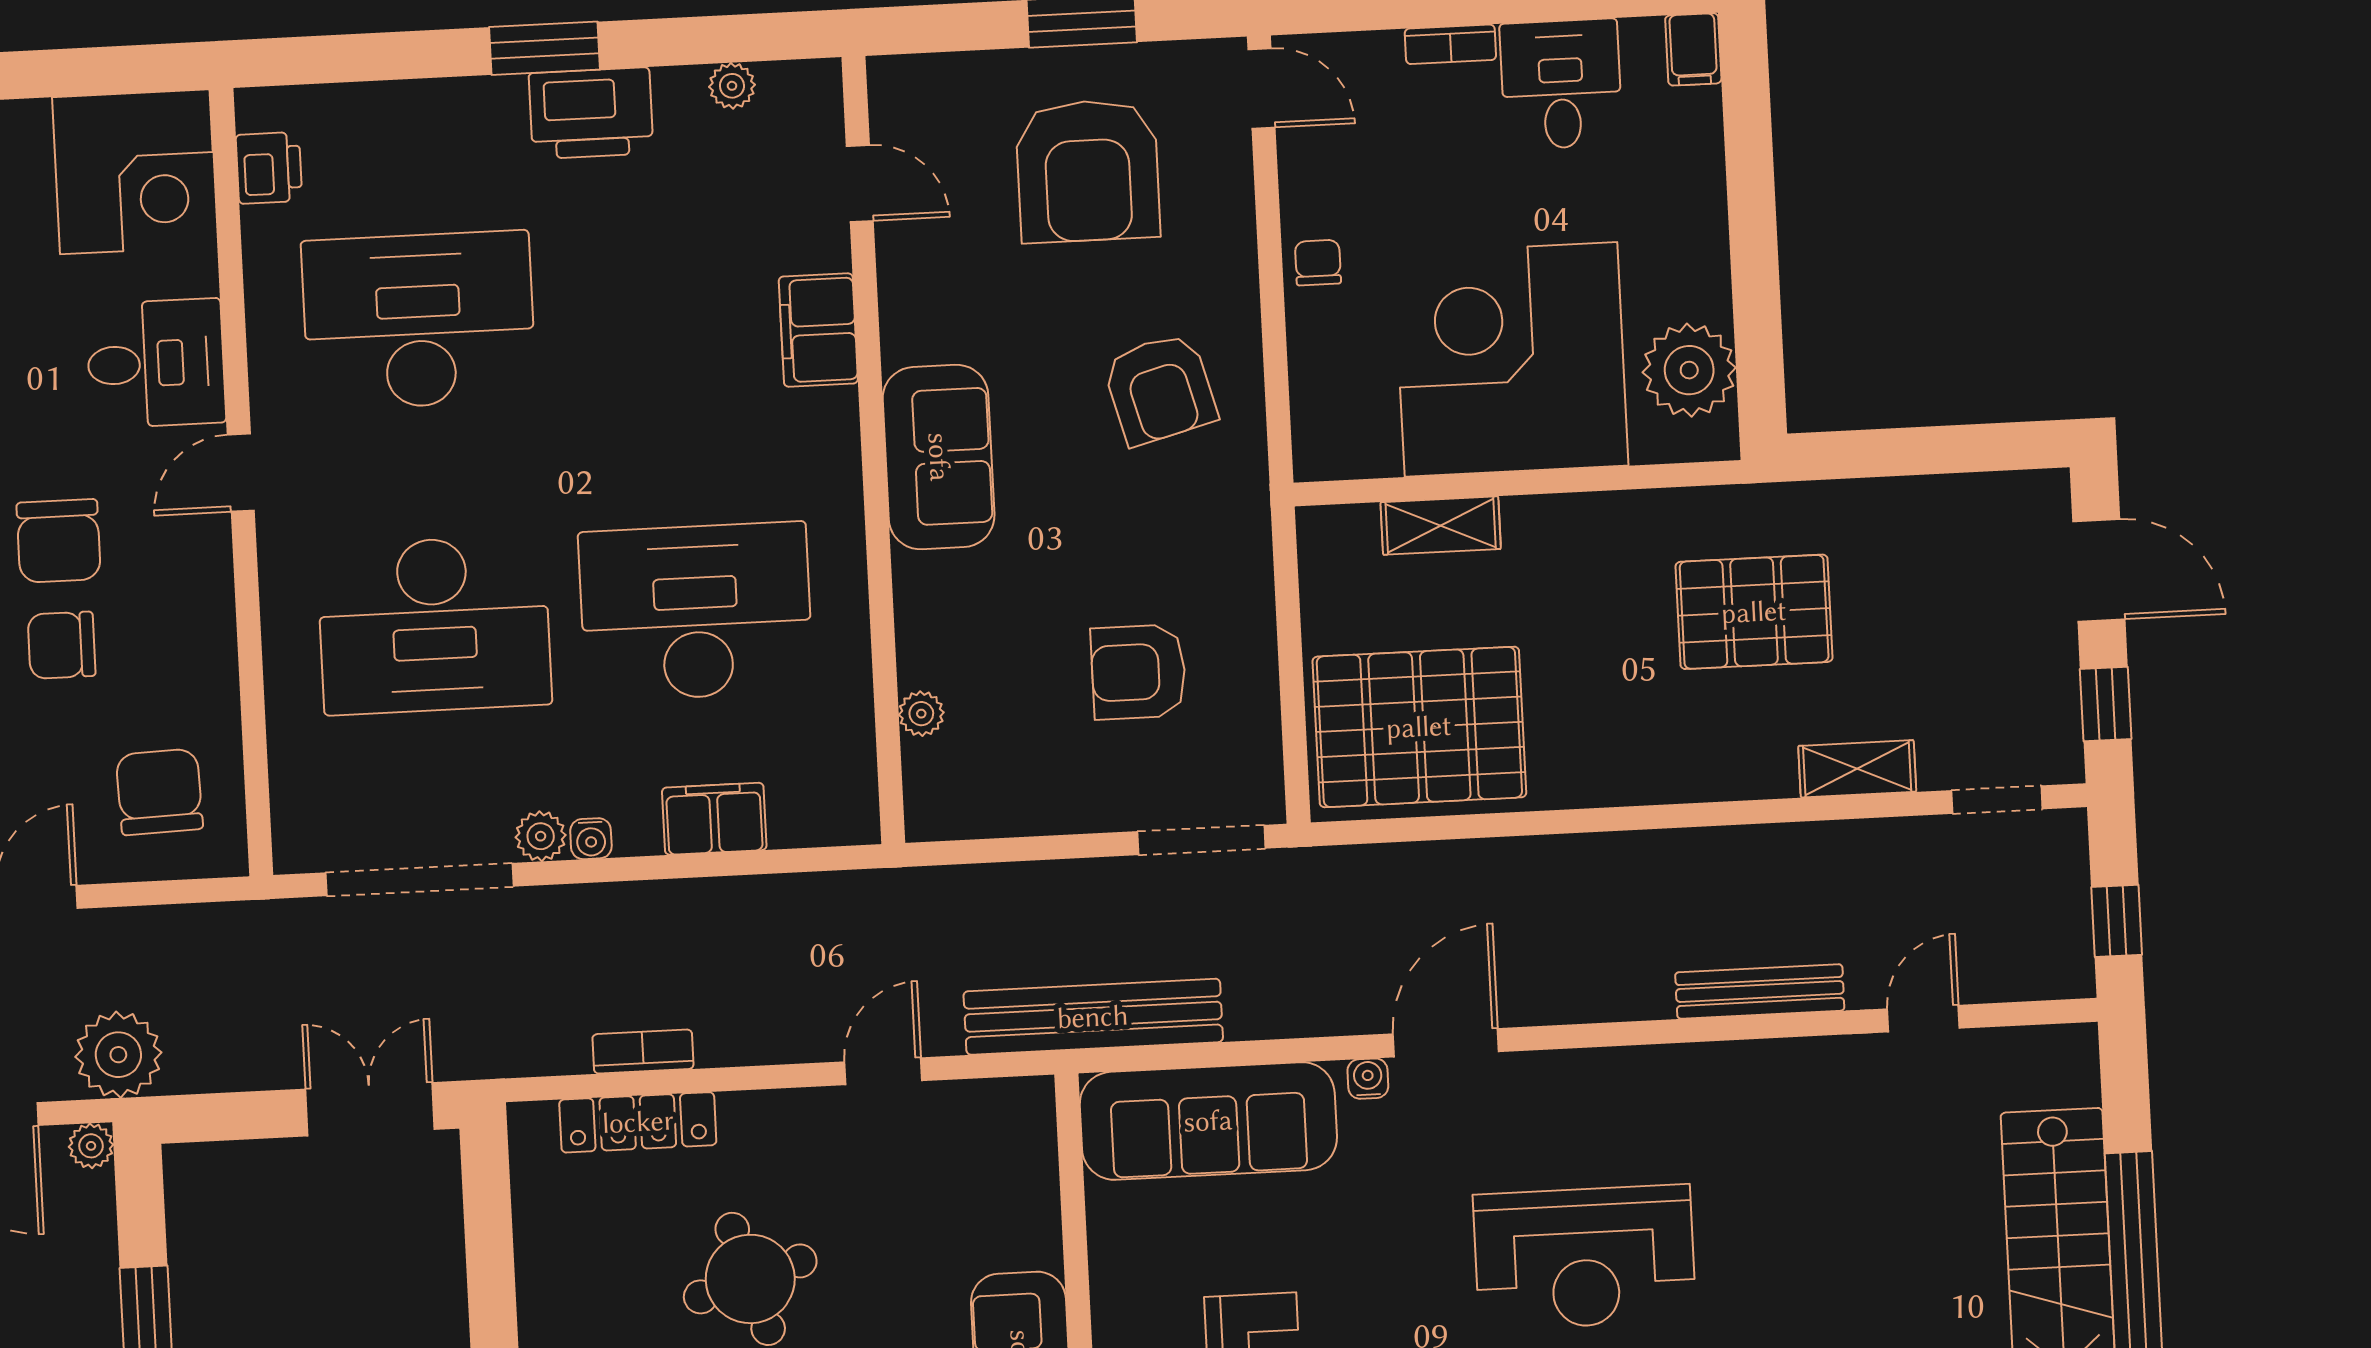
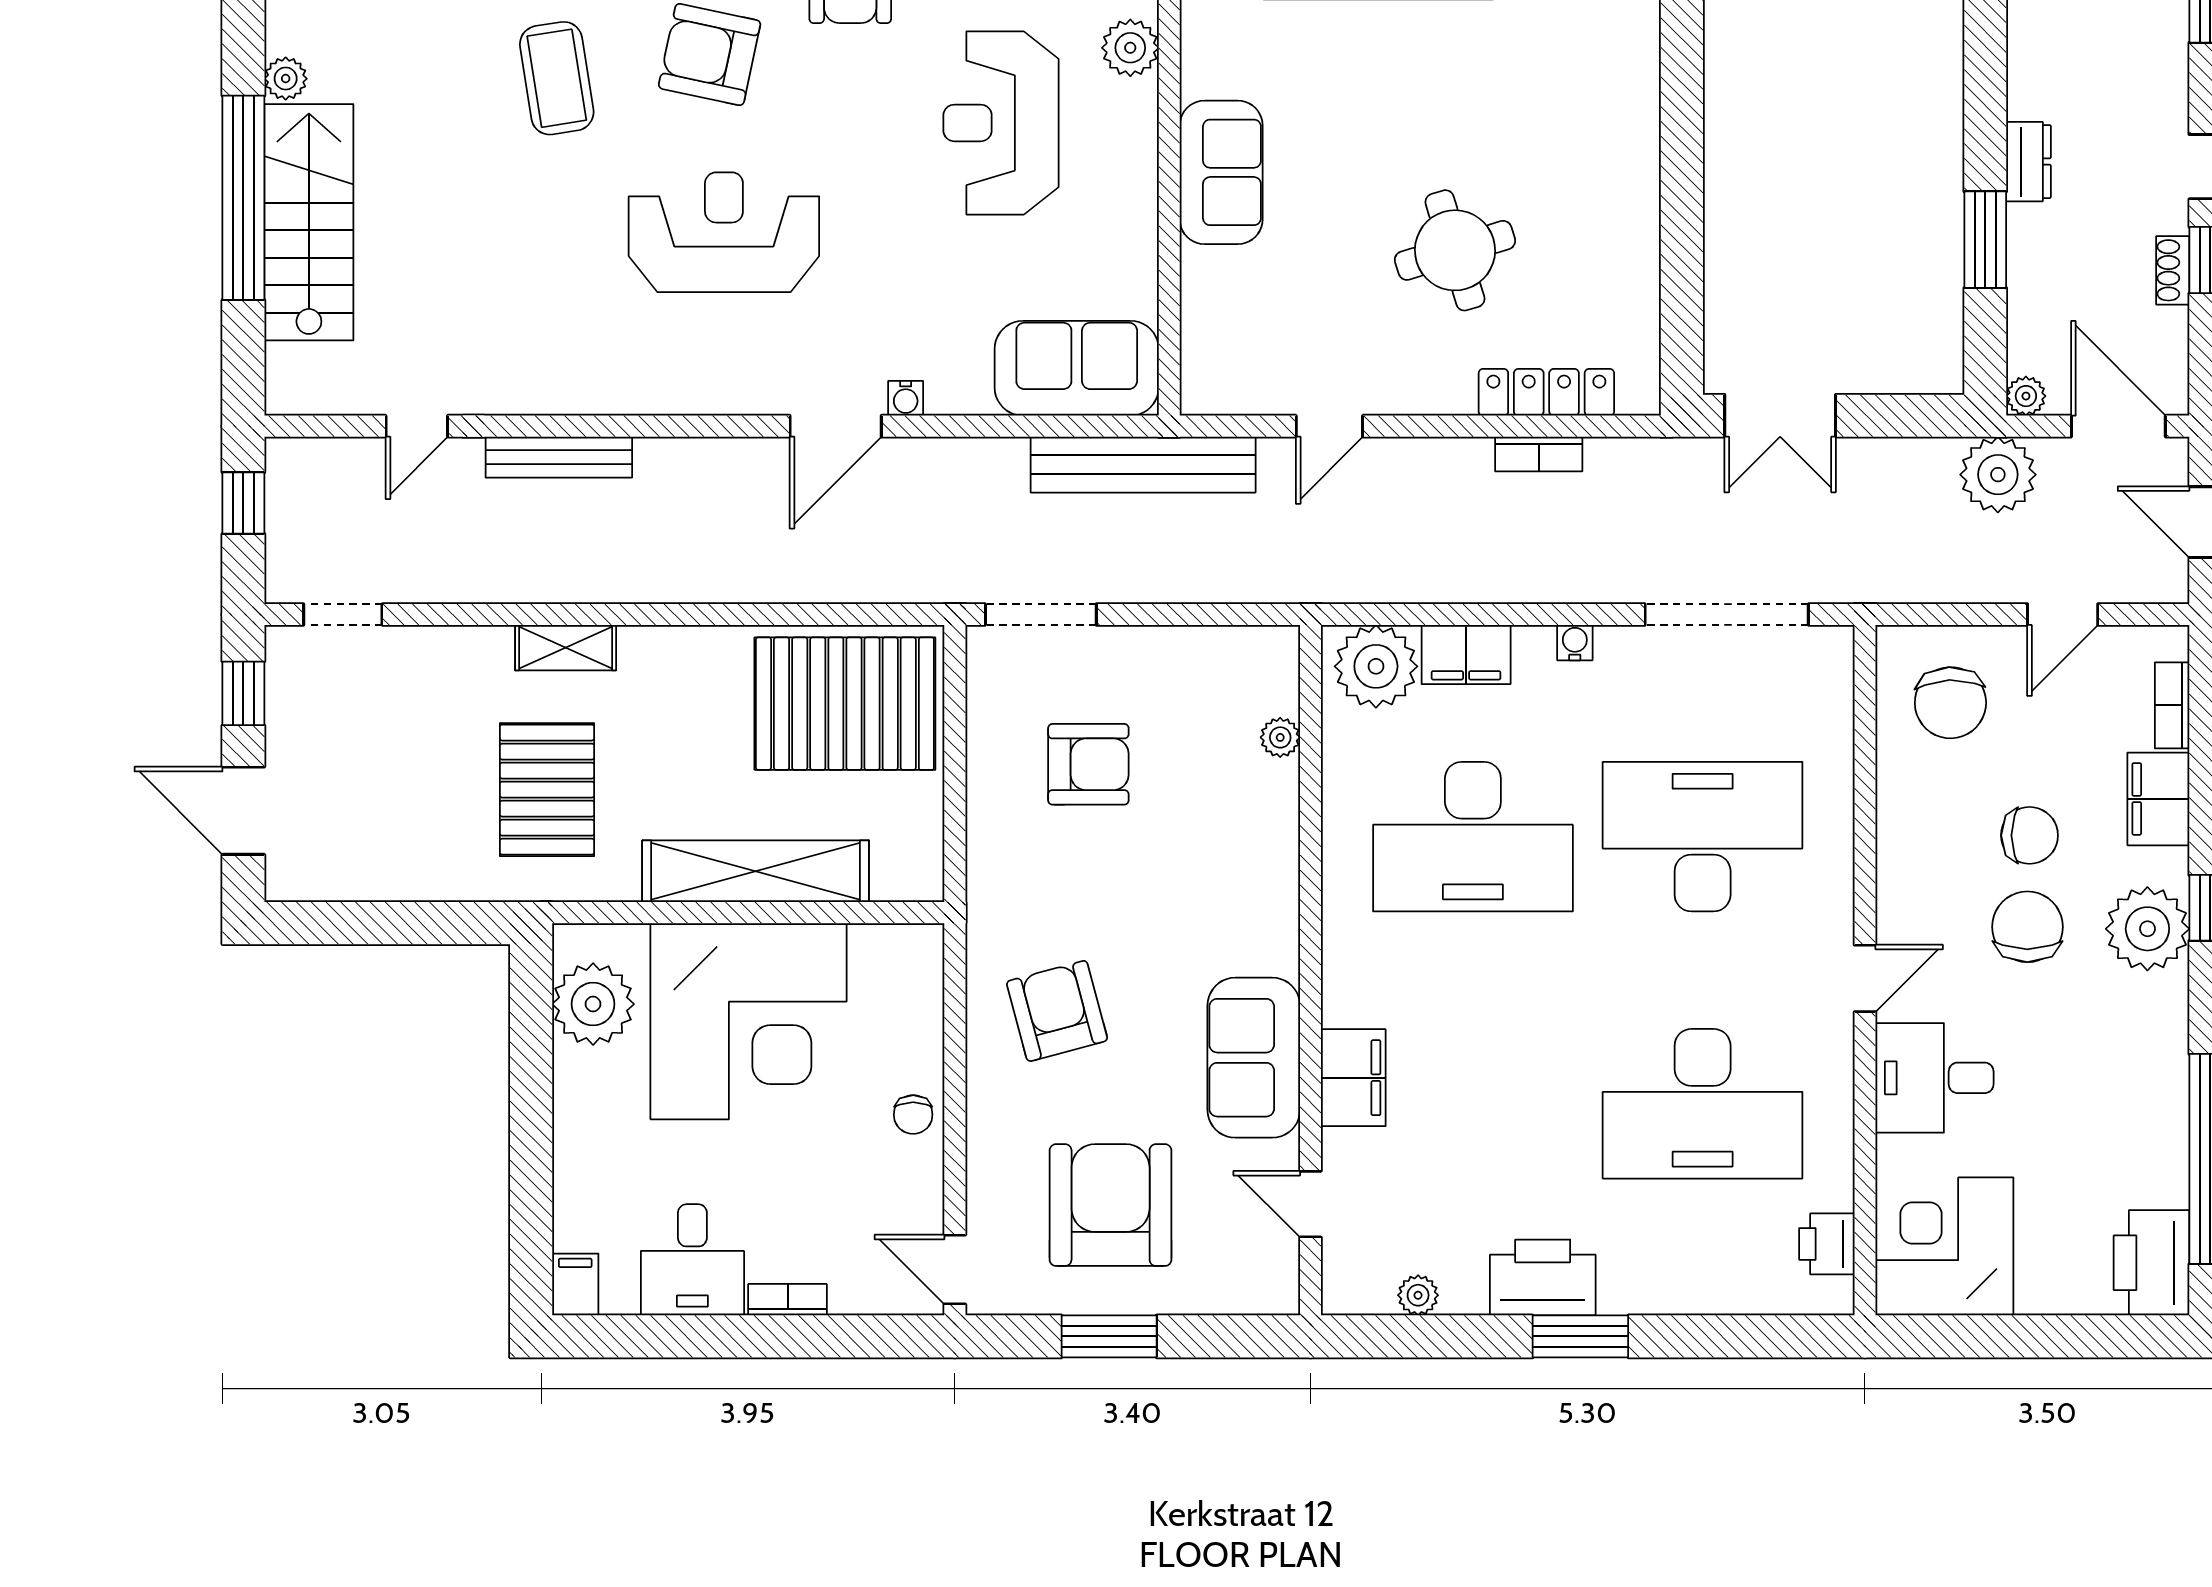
sofa: (939, 457) -> (1254, 1058), moved
shelving: (1441, 526) -> (756, 871), width x2.20, depth x1.33
pallet: (1754, 612) -> (547, 790), turned 90
shelving: (1857, 769) -> (566, 648), moved
plant: (541, 836) -> (1376, 666), moved, width x1.87, depth x1.87
sofa: (1208, 1121) -> (1077, 368), width x0.73

